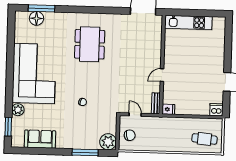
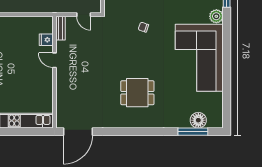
dining table: (90, 44) -> (137, 93), width x0.73
door: (162, 75) -> (54, 60), swing flipped
fridge: (168, 109) -> (46, 40), moved

